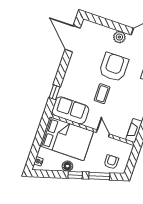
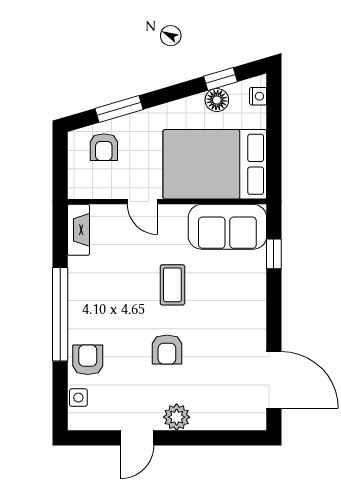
armchair: (114, 67) -> (167, 350), width x0.53, depth x0.53
floor lamp: (67, 166) -> (217, 100), moved
window: (75, 175) -> (220, 79), moved

